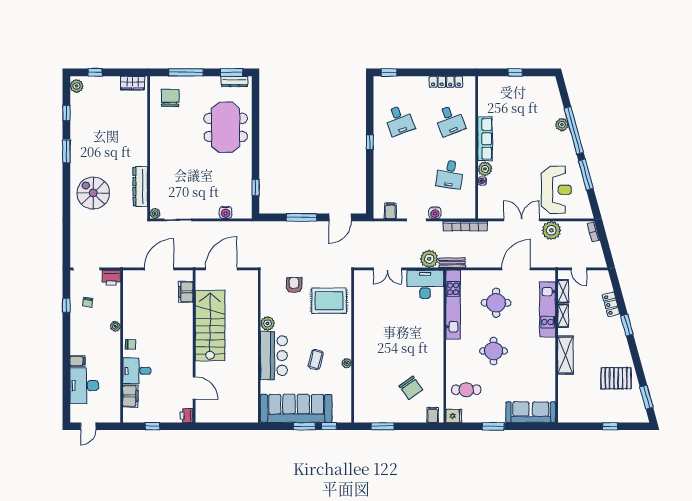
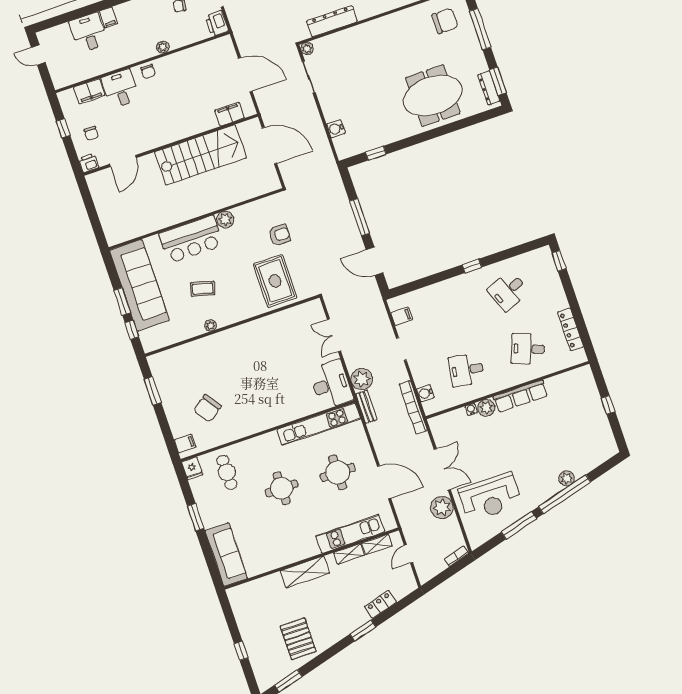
desk: (450, 120) -> (528, 349), turned 42
water cooler: (435, 213) -> (425, 393), moved
desk: (84, 386) -> (89, 33), width x0.73
chair: (164, 406) -> (91, 133), added

